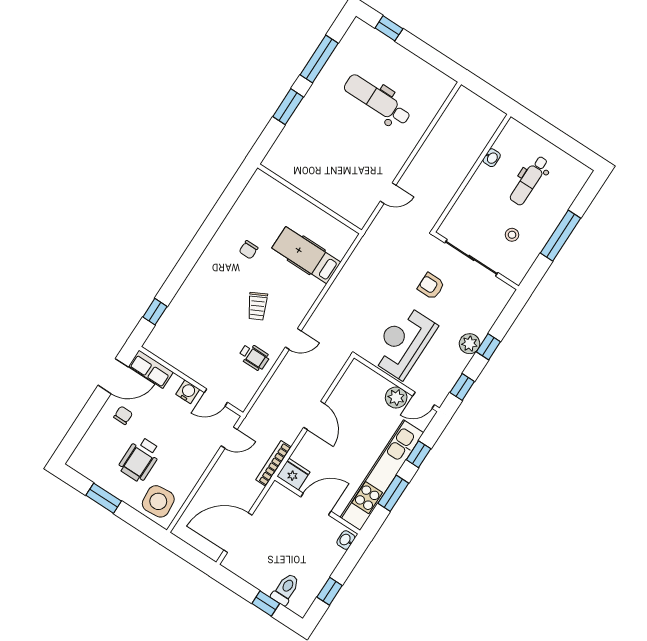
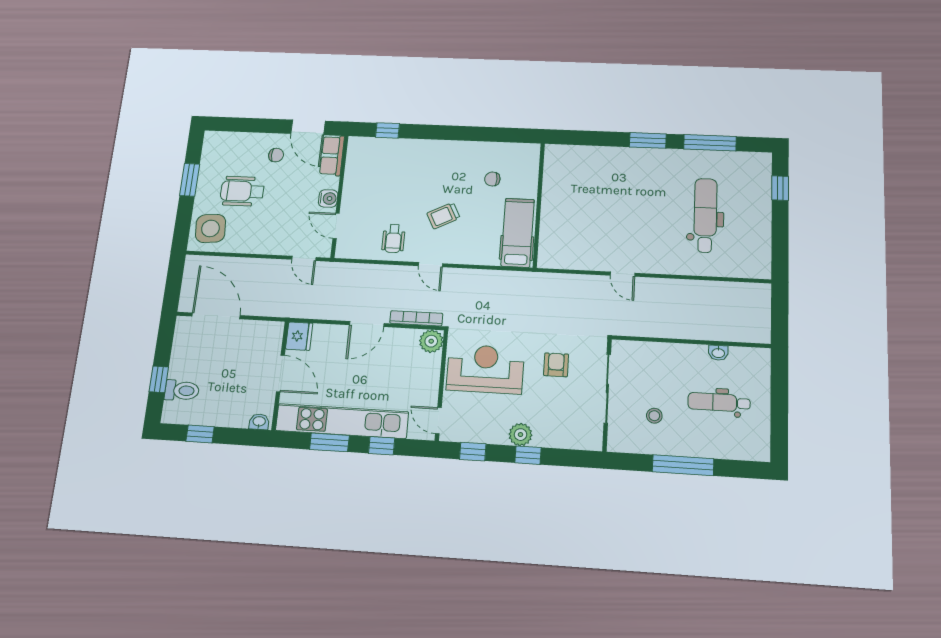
wall: (310, 199) -> (539, 205), moved
plant: (396, 398) -> (431, 341), moved
bookcase: (273, 463) -> (416, 318), moved

